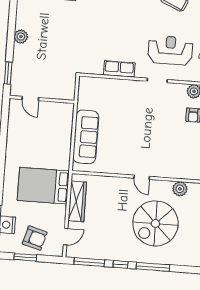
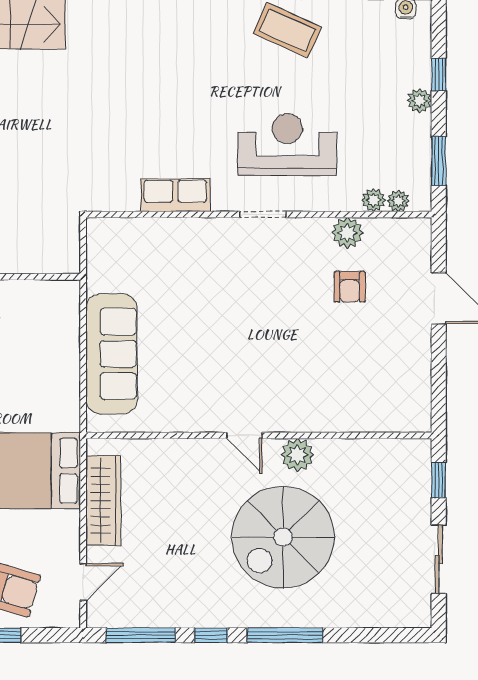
plant: (180, 189) -> (297, 455), moved

